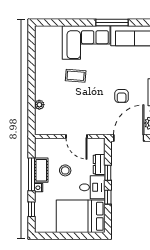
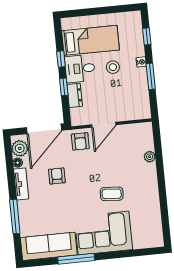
armchair: (98, 124) -> (80, 141), added
door: (76, 136) -> (104, 125), swing flipped
cot: (41, 170) -> (140, 82), removed
stool: (65, 170) -> (113, 67), moved
window: (31, 174) -> (151, 76), width x0.69
bed: (81, 216) -> (91, 40), width x0.67

